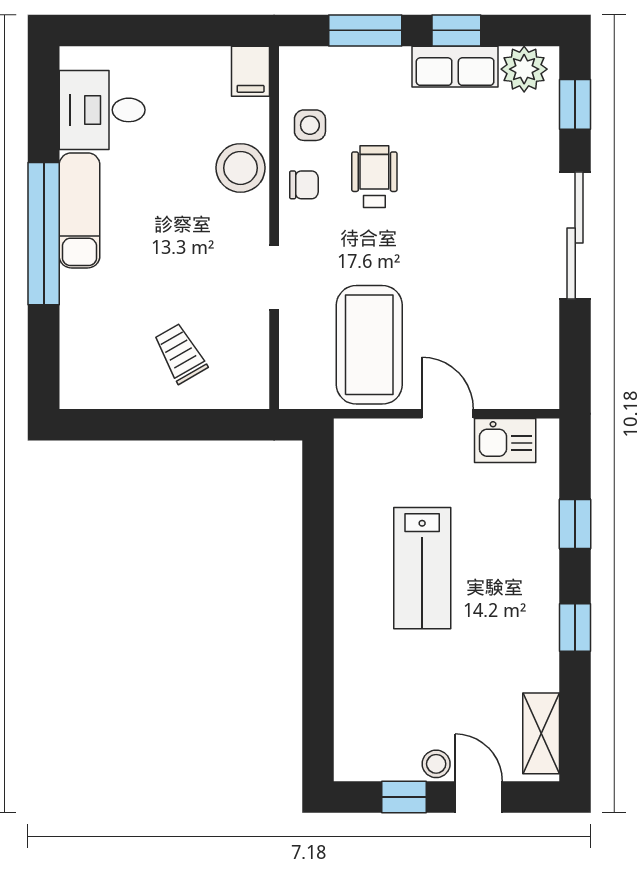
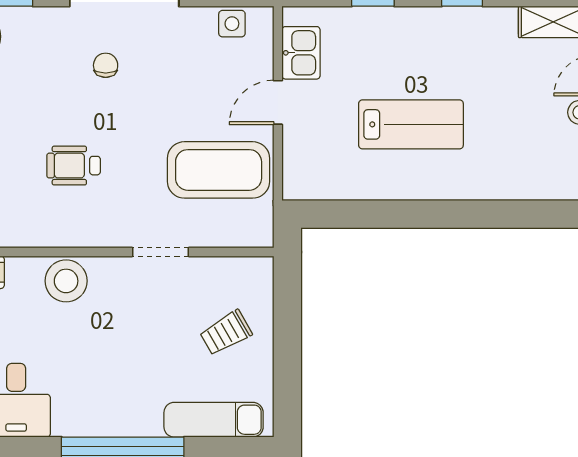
side table: (310, 125) -> (232, 24), moved
chair: (304, 185) -> (106, 65), moved
exam couch: (79, 210) -> (214, 420), moved

